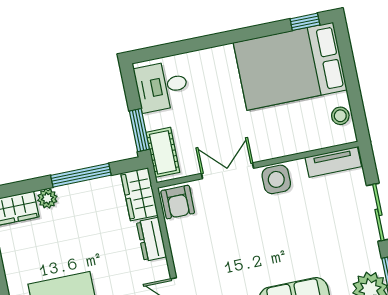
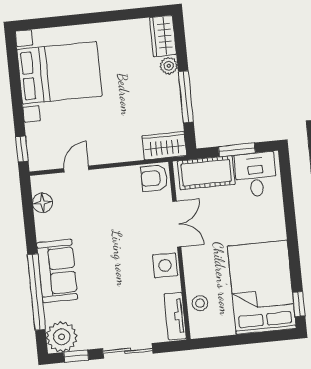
stool: (340, 116) -> (200, 303), moved
window: (139, 130) -> (237, 150), moved
cot: (163, 152) -> (206, 173), width x1.37, depth x1.34
dresser: (151, 239) -> (124, 152), removed

